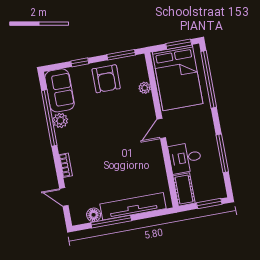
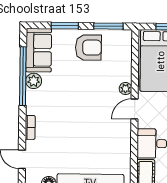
window: (80, 62) -> (65, 26), width x1.50
armchair: (106, 79) -> (88, 48), turned -90
plant: (145, 88) -> (126, 89), moved

